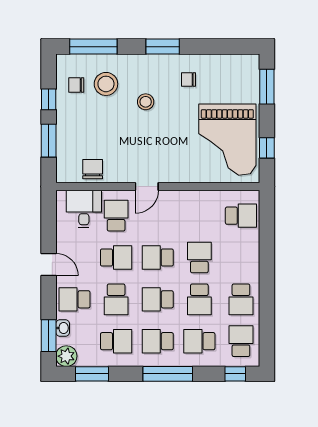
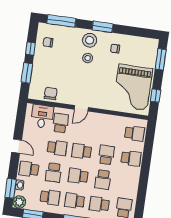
stool: (106, 84) -> (90, 40), moved
school desk: (241, 299) -> (131, 158), moved, turned -90

